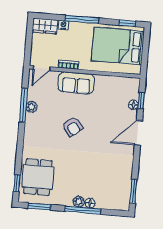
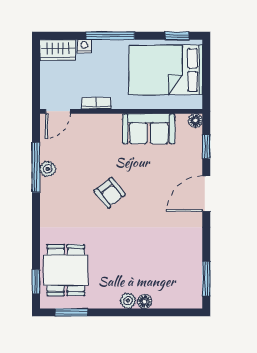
sofa: (76, 83) -> (149, 129), moved
floor lamp: (133, 105) -> (195, 121), moved
window: (83, 210) -> (135, 312), removed

